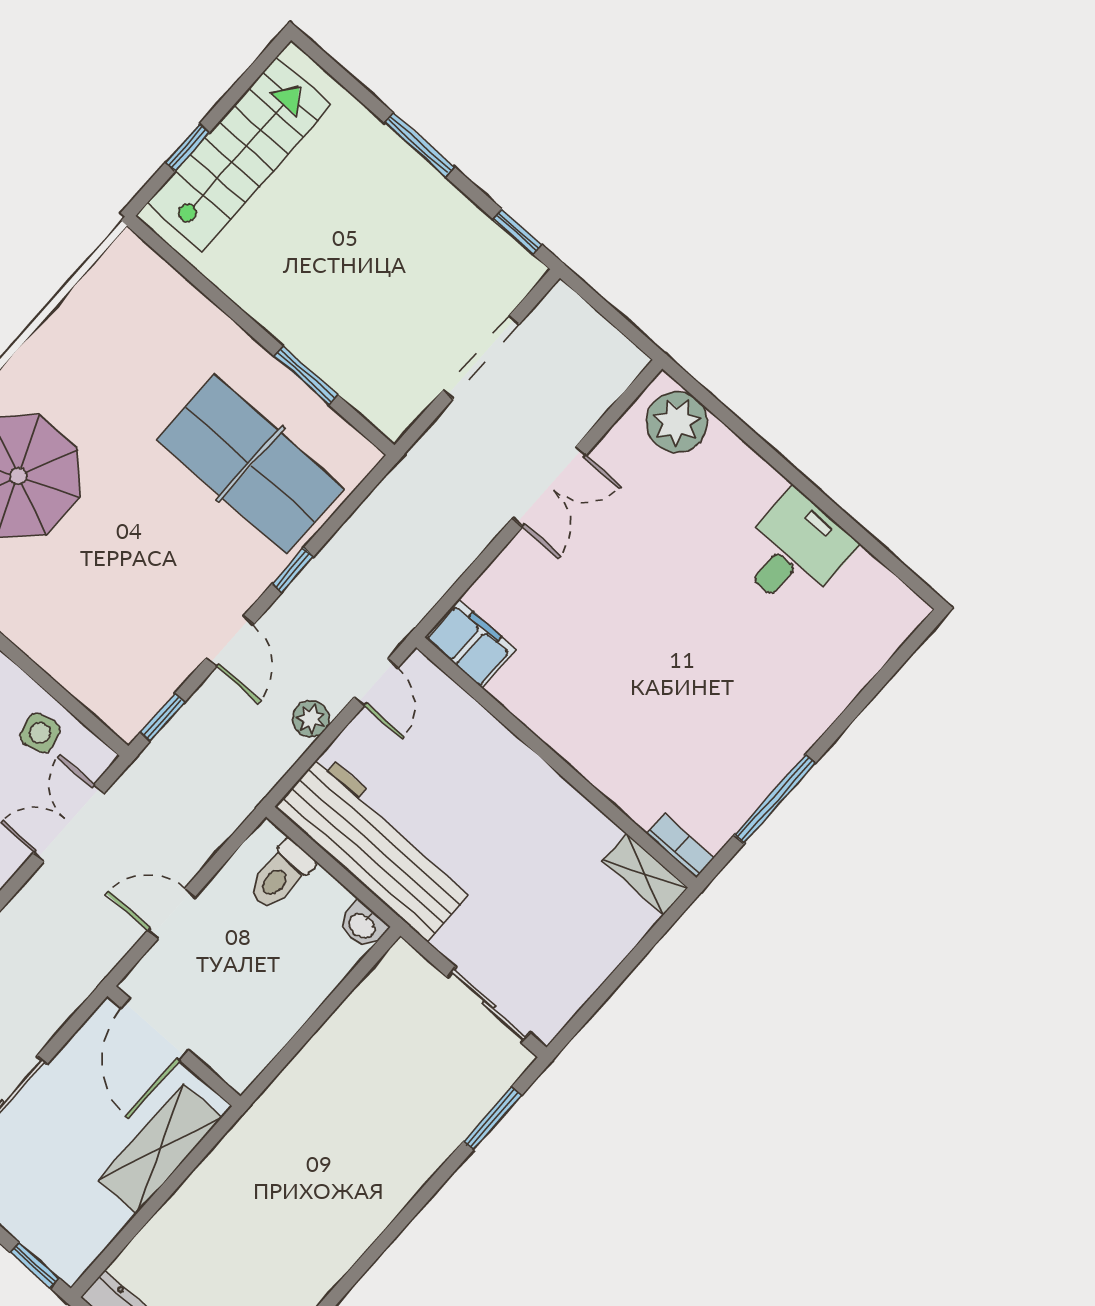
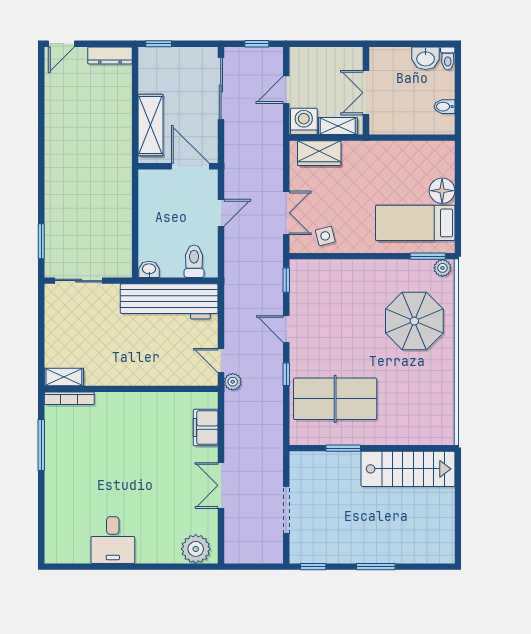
window: (187, 147) -> (458, 492), removed
stairs: (239, 154) -> (408, 469), moved, turned -90
filing cabinet: (470, 644) -> (206, 428), moved, turned 90
plant: (311, 719) -> (233, 382), moved
bookcase: (680, 846) -> (69, 398), width x1.56

